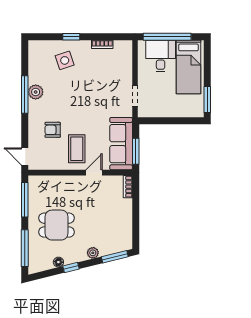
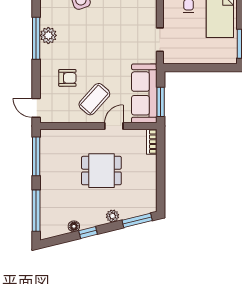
armchair: (53, 130) -> (67, 78), turned 180
coffee table: (77, 149) -> (94, 99), turned 42
dining table: (57, 225) -> (101, 171), moved

